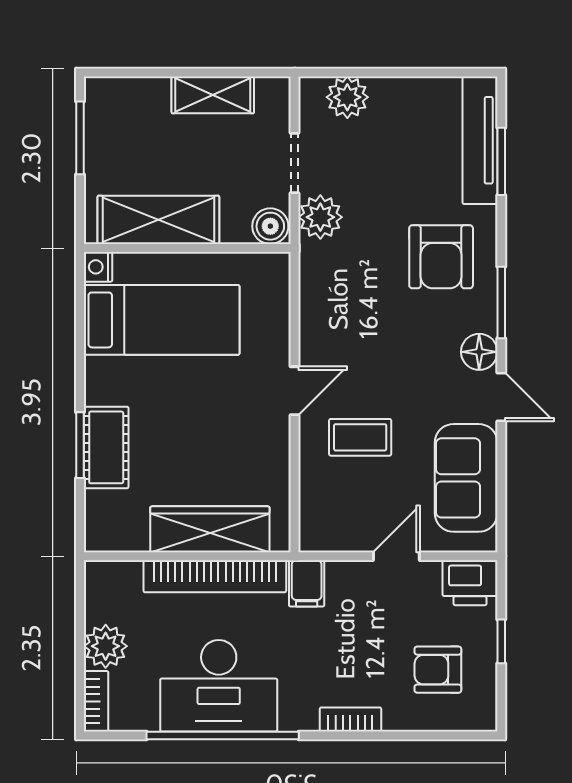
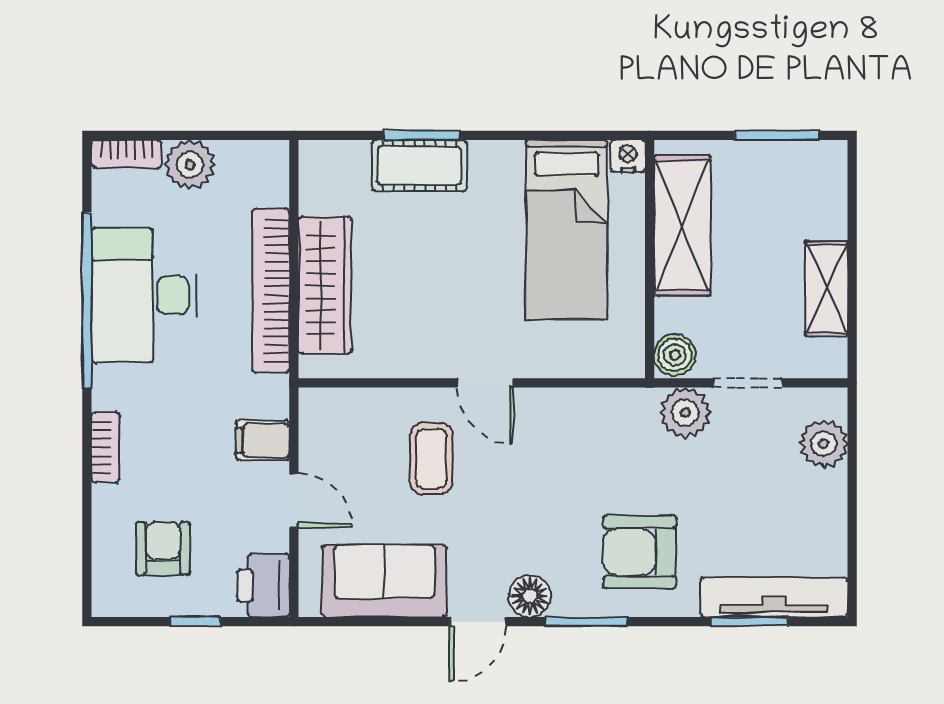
filing cabinet: (307, 583) -> (263, 440), moved

